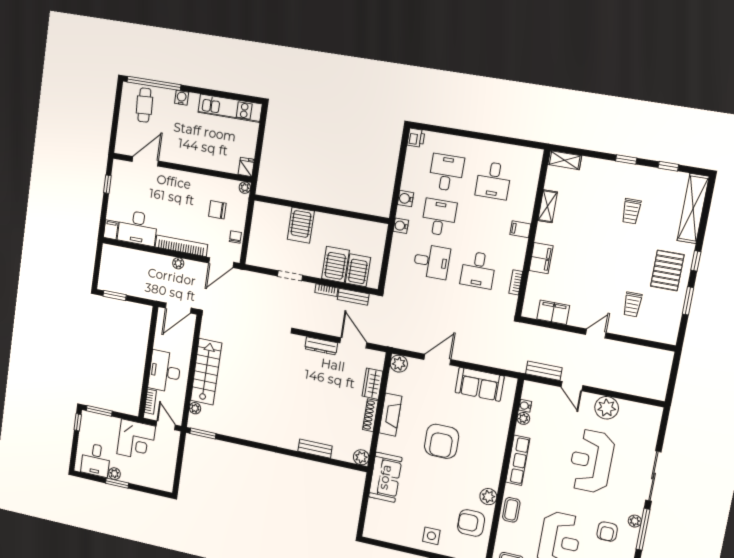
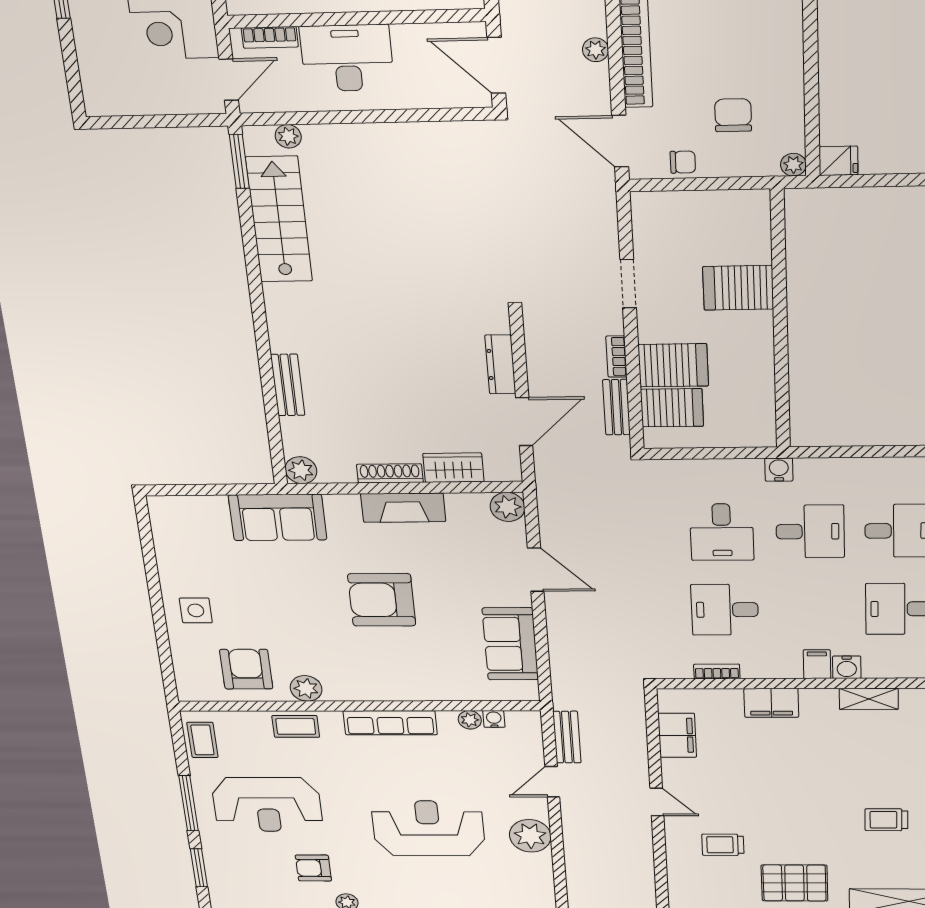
water cooler: (406, 199) -> (847, 667), moved, turned 180
stairs: (206, 372) -> (279, 219), moved, turned -90

